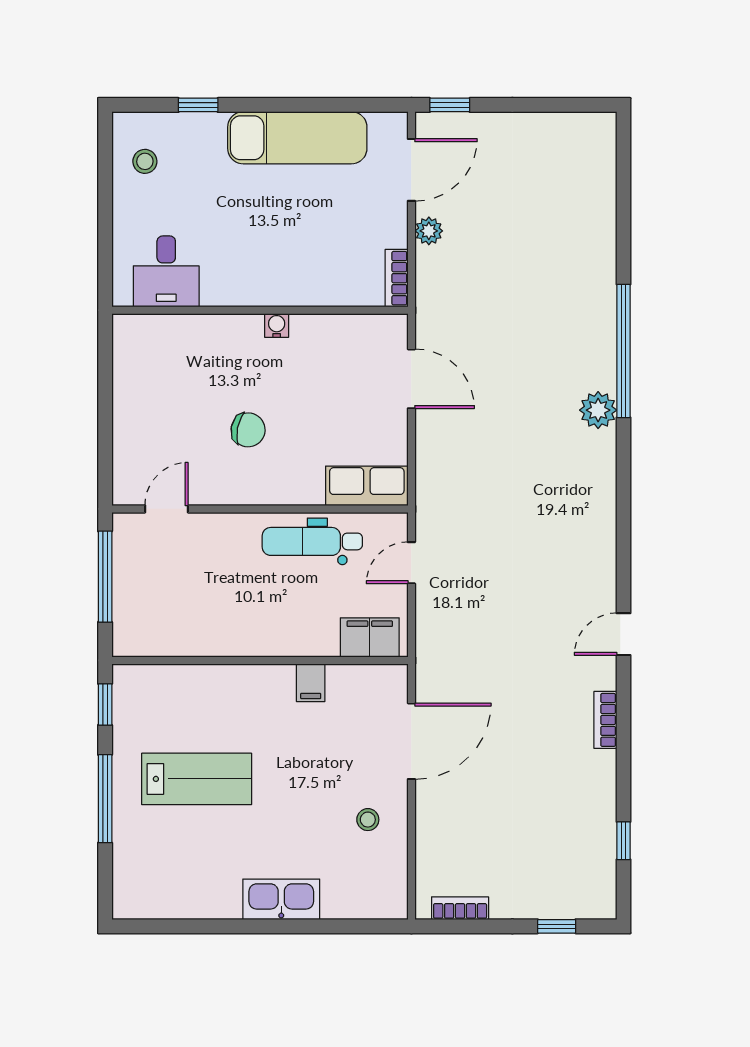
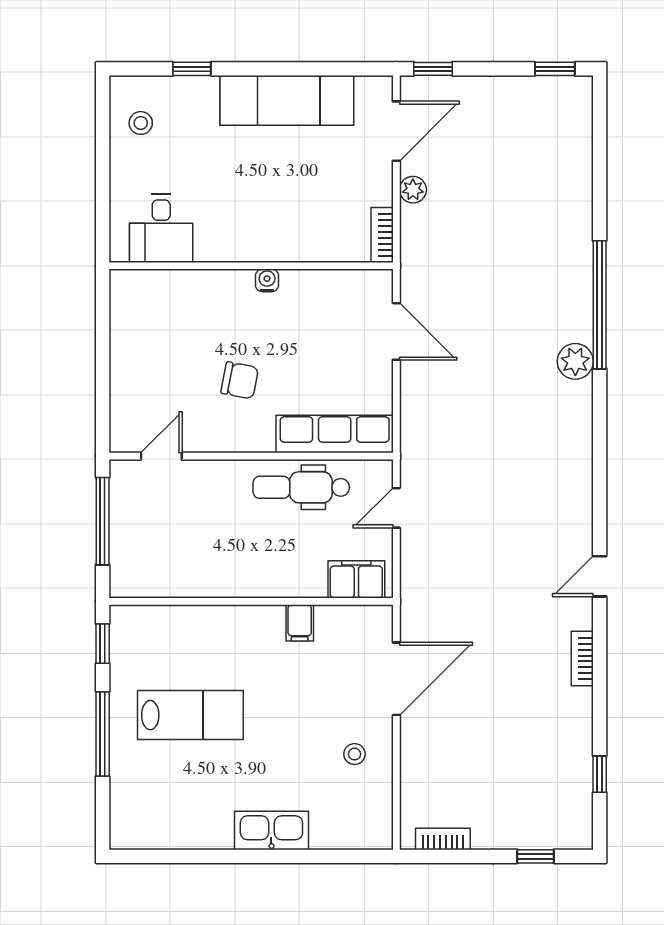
window: (577, 105) -> (555, 69), added
row of seats: (367, 486) -> (335, 434), width x1.48

